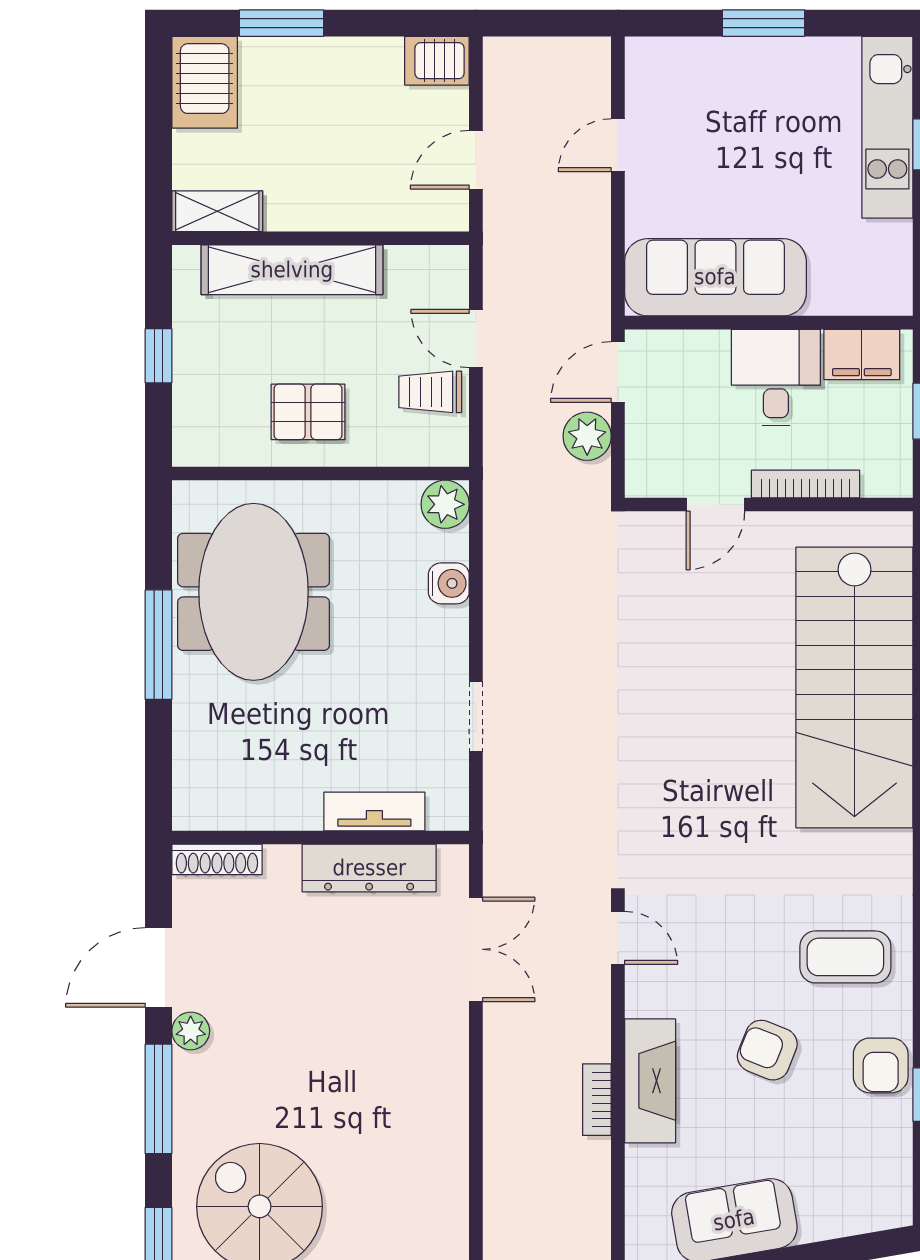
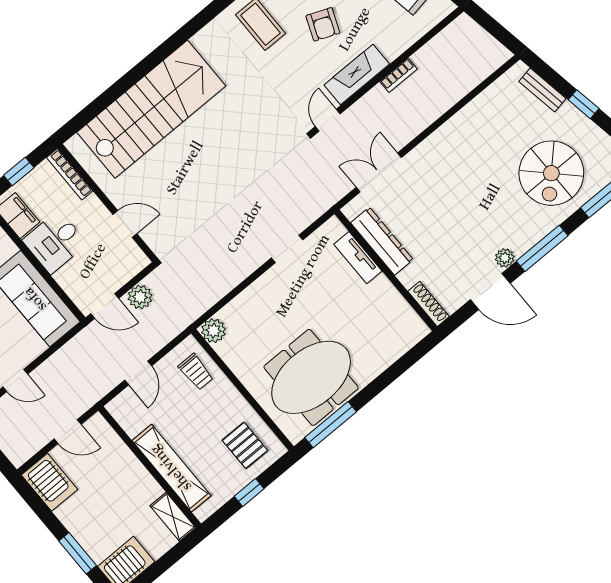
server rack: (437, 61) -> (49, 482), width x1.36, depth x1.44
trolley: (430, 392) -> (196, 372), moved
pallet: (308, 412) -> (245, 445), moved
bookcase: (806, 484) -> (70, 174), moved
water cooler: (449, 583) -> (244, 303), removed
window: (159, 645) -> (331, 425), moved
fireplace: (650, 1081) -> (357, 74), moved

